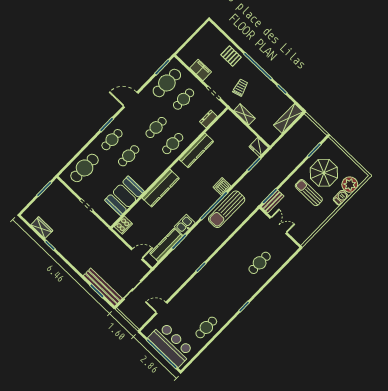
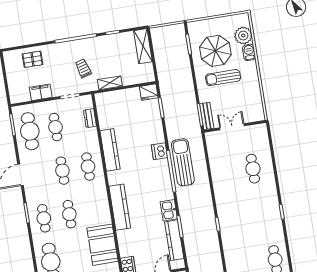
pallet: (231, 56) -> (33, 59), moved
sun lounger: (227, 209) -> (183, 162), turned 180

